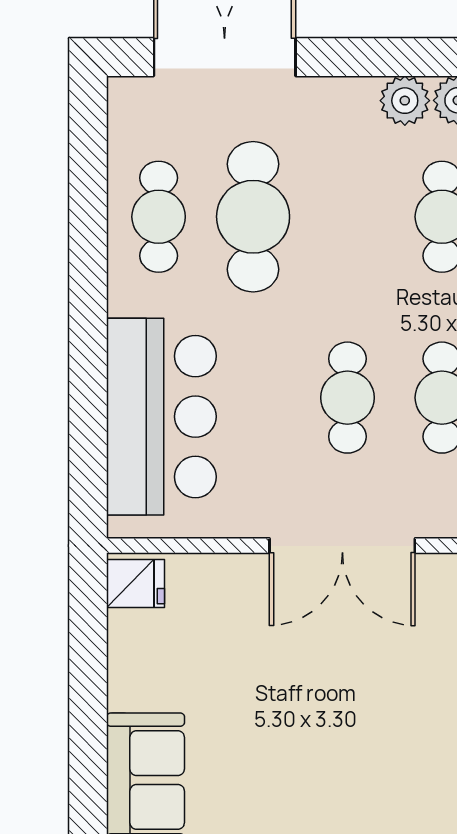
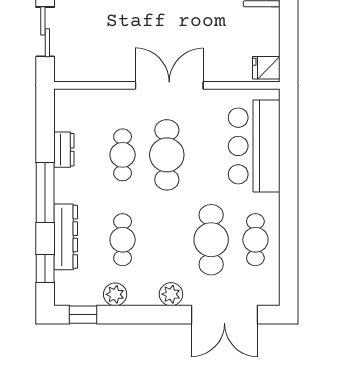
plant: (405, 101) -> (171, 294), moved
cafe table: (347, 398) -> (167, 155), width x1.37, depth x1.35

